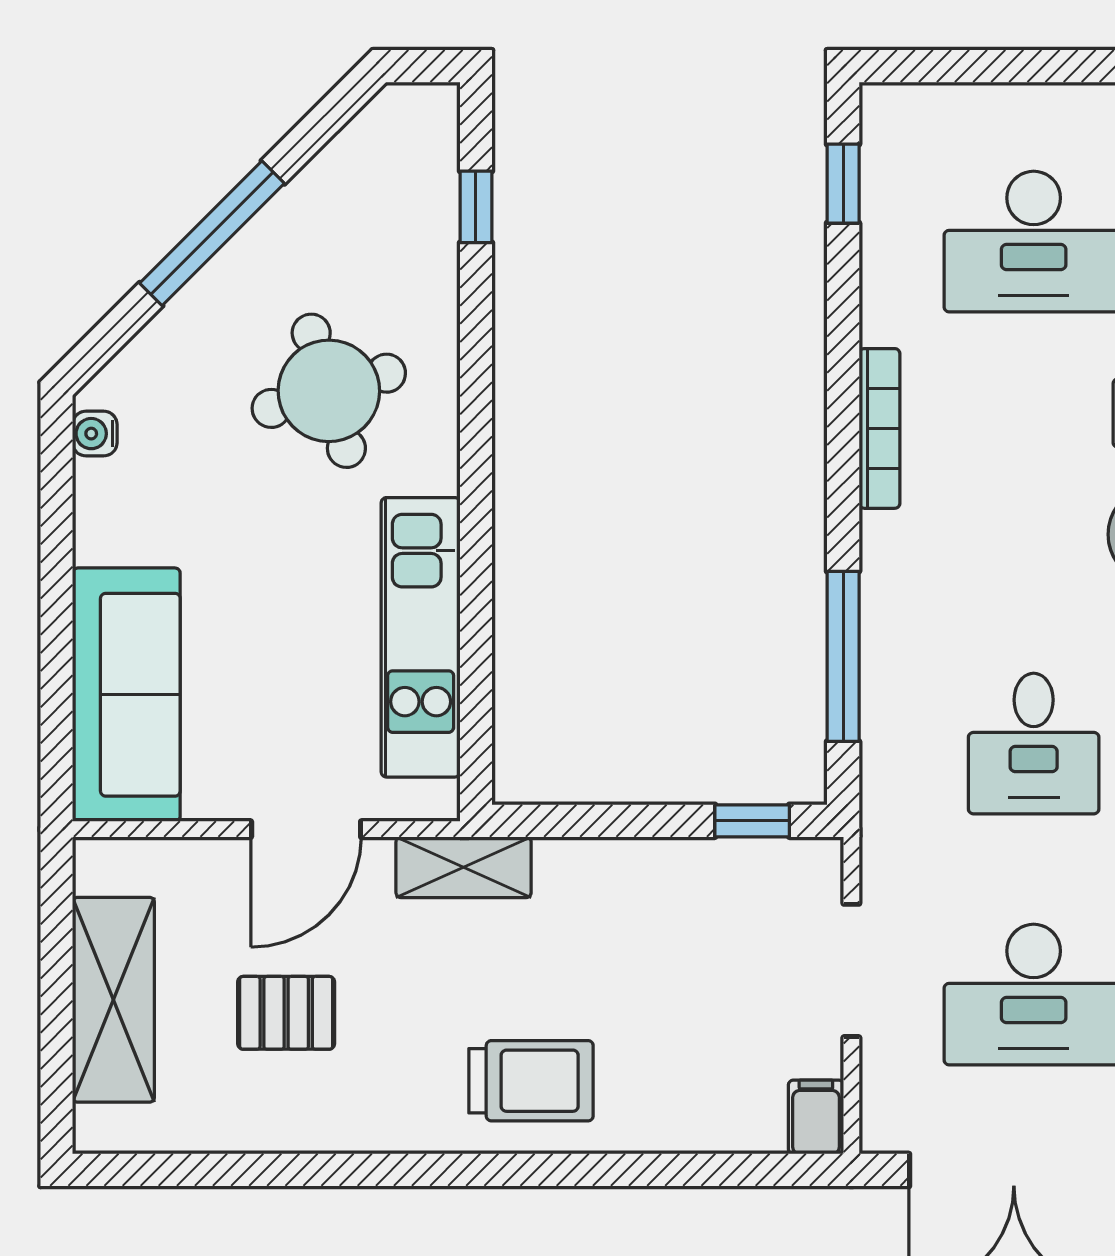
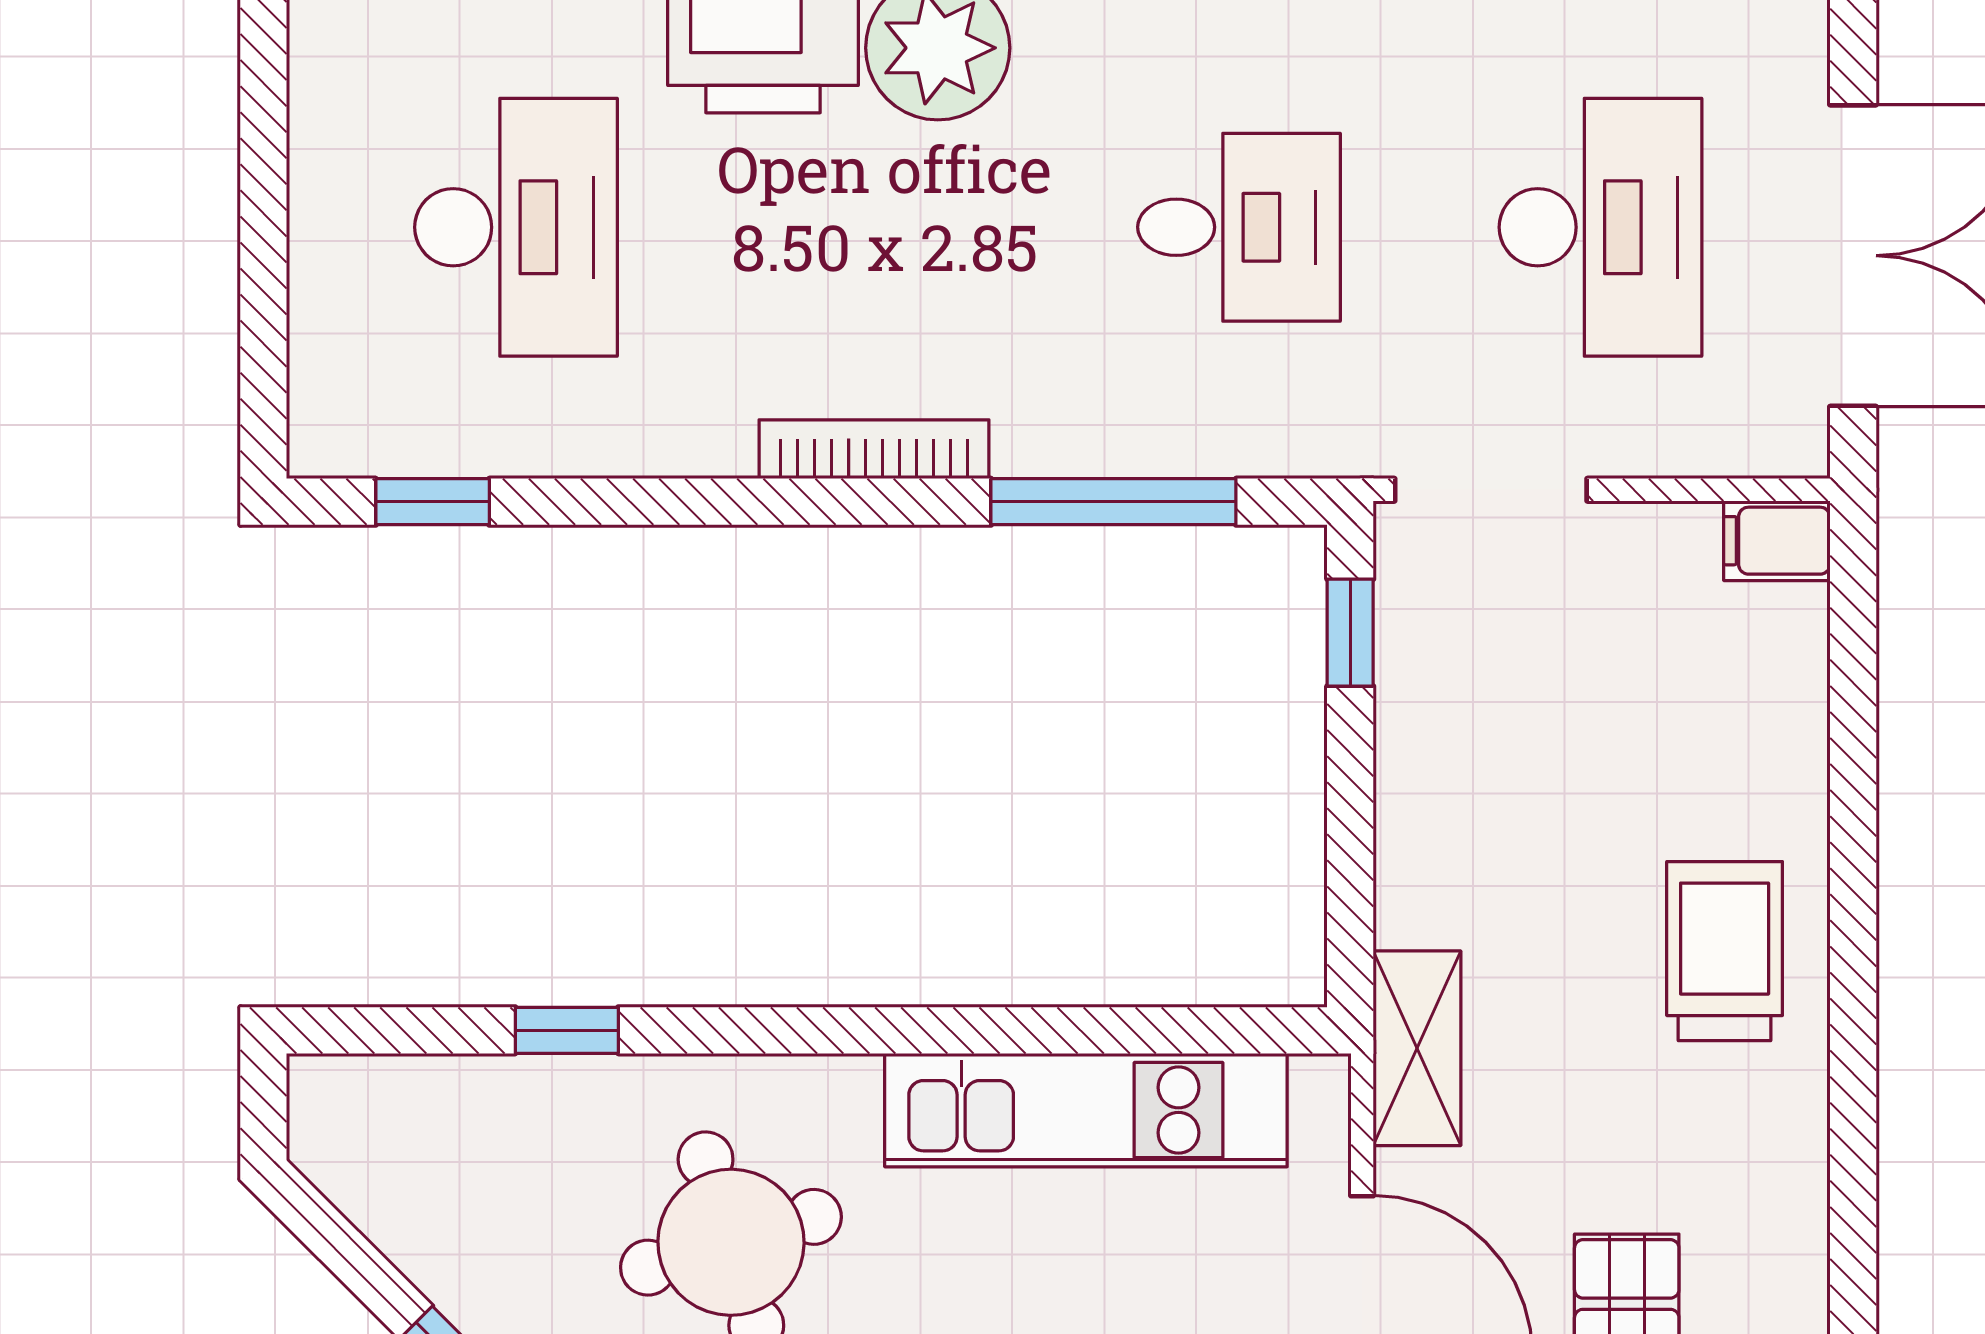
window: (476, 207) -> (567, 1030), moved
bookcase: (879, 428) -> (874, 449), moved
doorway: (851, 970) -> (1491, 490), moved

